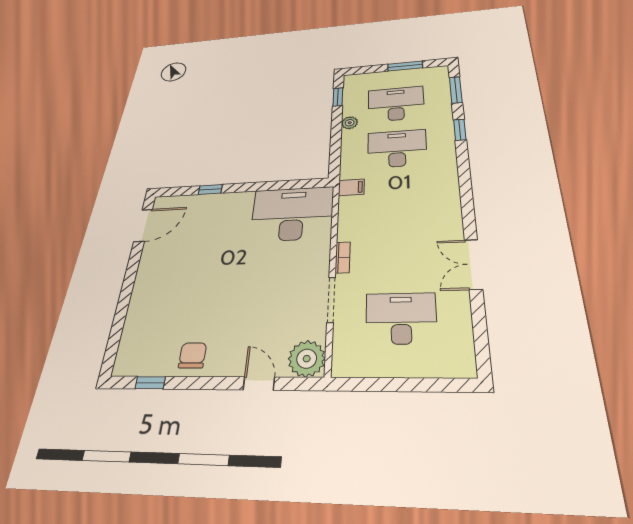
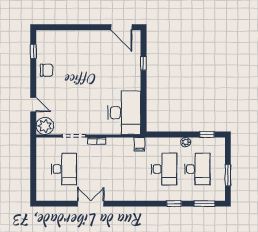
door: (259, 384) -> (33, 105), hinge flipped

